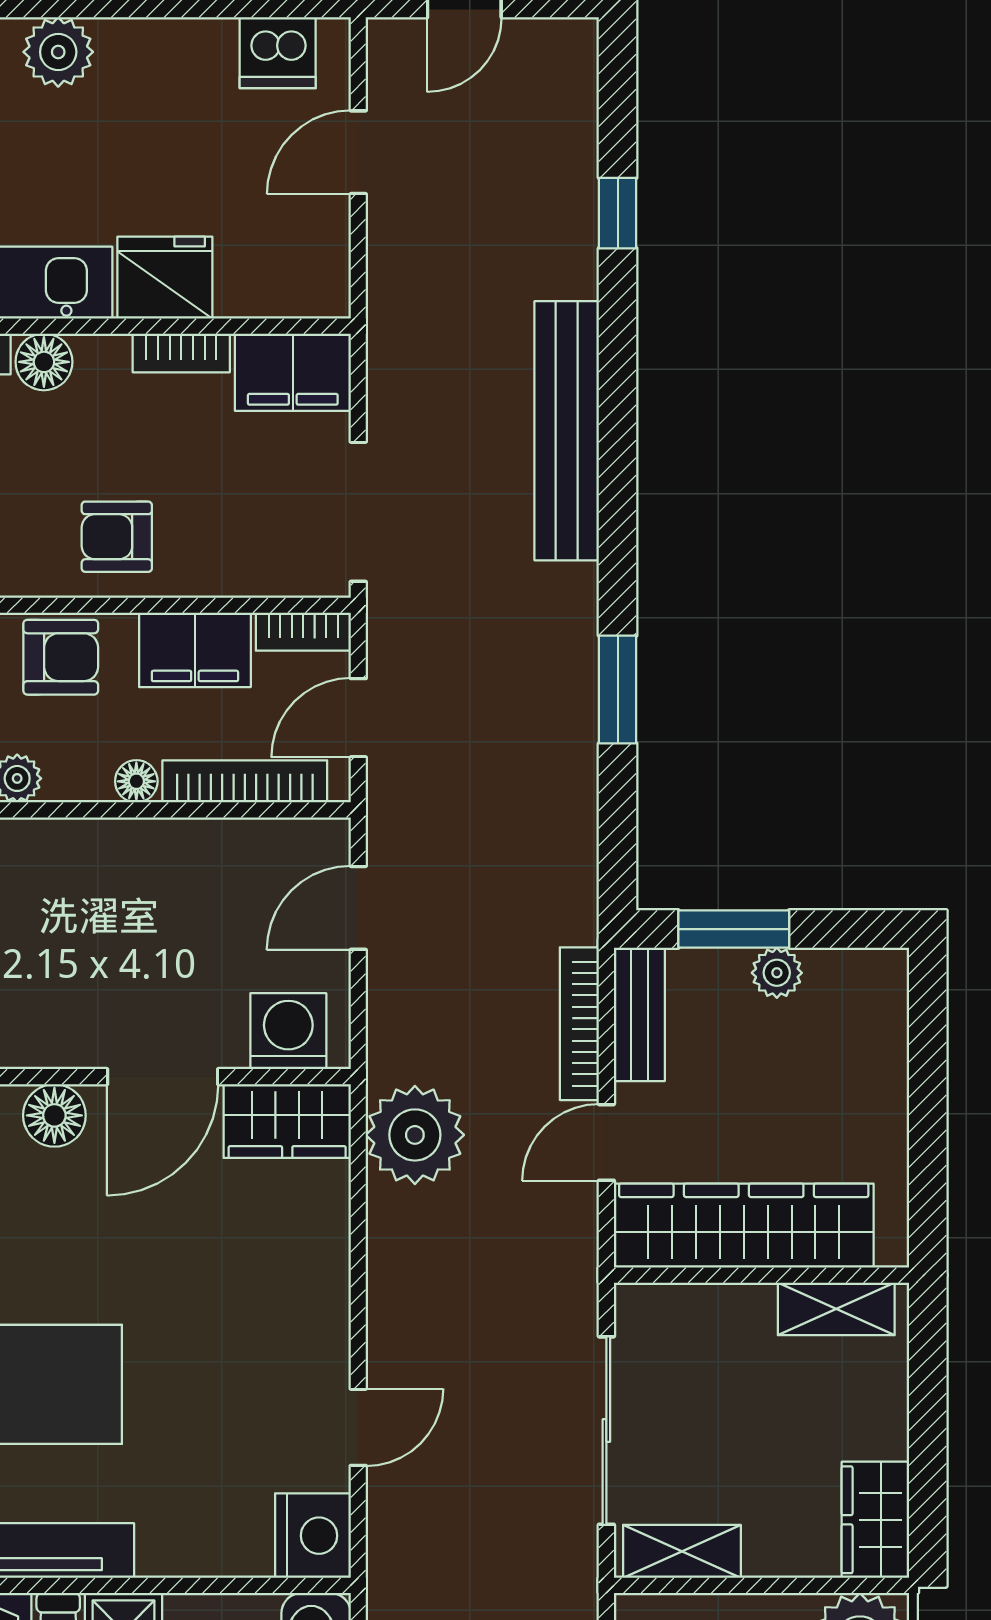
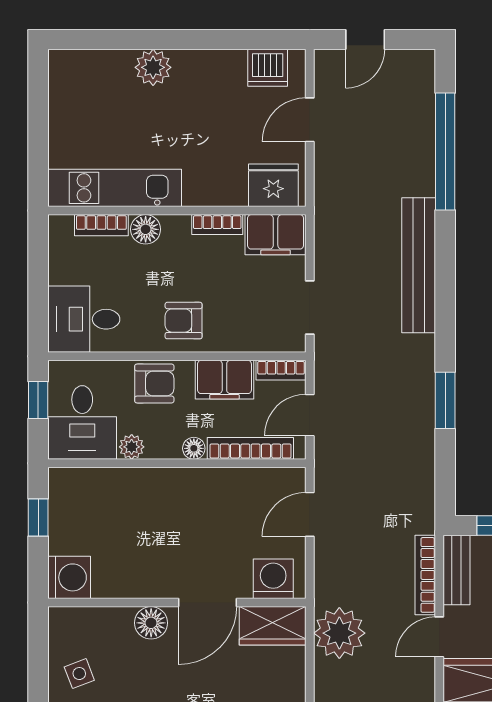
window: (618, 213) -> (445, 152), width x3.17
fridge: (165, 278) -> (273, 185), moved
doorway: (358, 512) -> (310, 308), width x0.73

